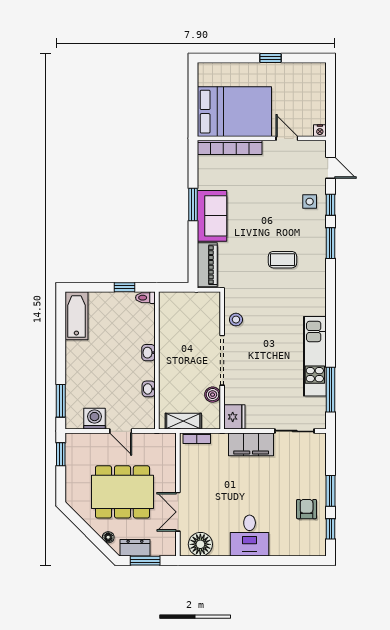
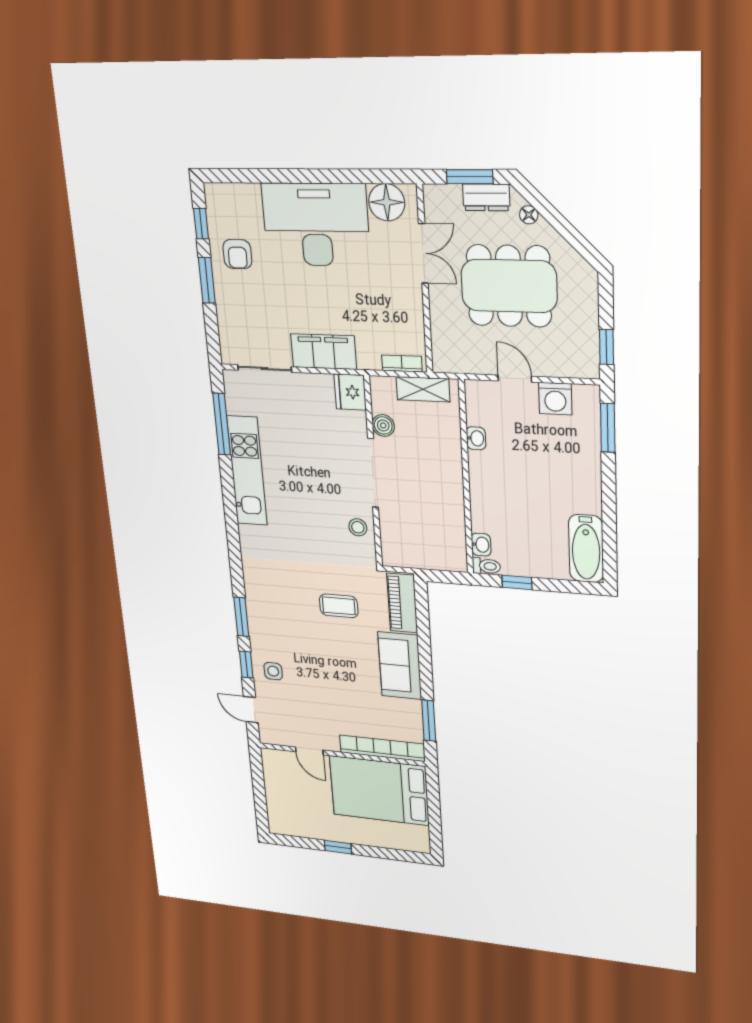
nightstand: (320, 131) -> (269, 755), removed
window: (193, 204) -> (429, 721), moved
coffee table: (282, 260) -> (339, 606), moved
washbasin: (148, 353) -> (481, 545), moved
desk: (250, 536) -> (316, 225), width x1.87, depth x1.30

